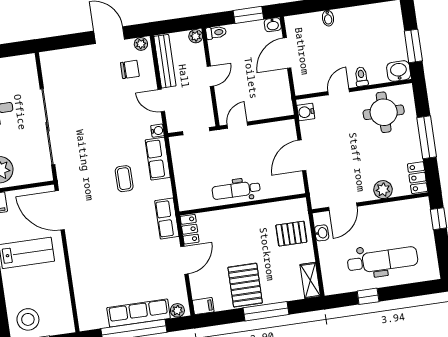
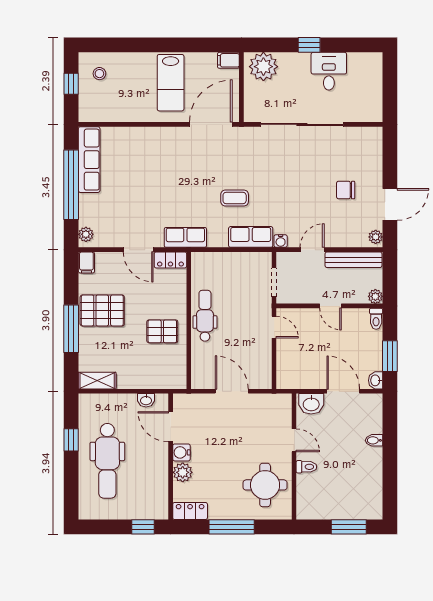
window: (413, 46) -> (349, 527), moved
chair: (130, 69) -> (346, 190), moved, turned 90
washbasin: (399, 71) -> (311, 404), moved, turned 90
water cooler: (306, 112) -> (181, 452), moved, turned -90
pallet: (291, 234) -> (162, 331), moved, turned 90
row of seats: (139, 313) -> (89, 160), moved
stool: (28, 319) -> (99, 74), width x0.53, depth x0.53

